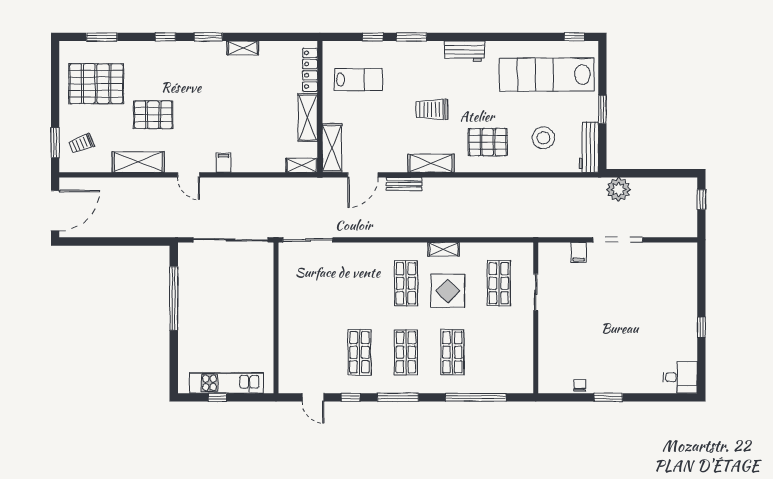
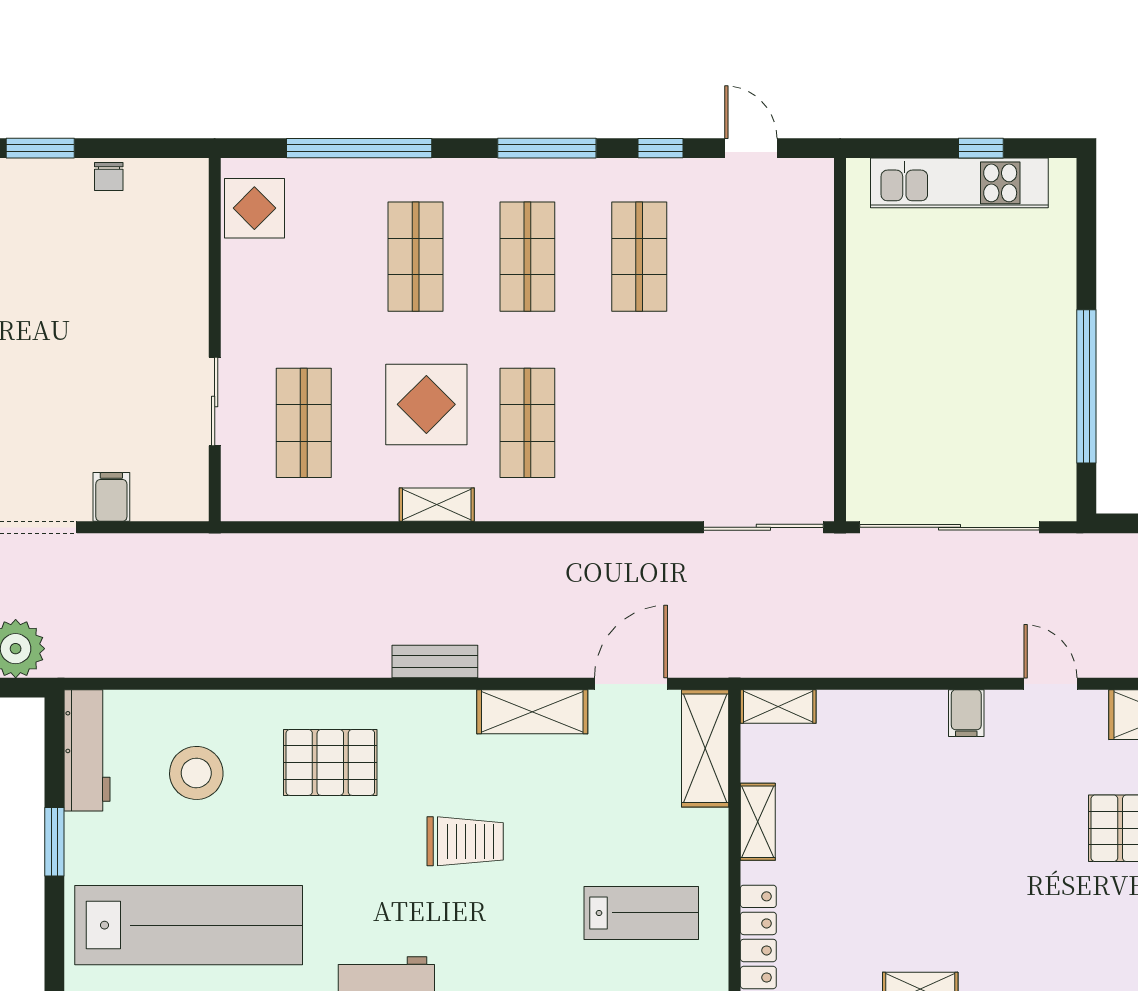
lab bench: (359, 80) -> (641, 913), turned 180
shelving: (308, 118) -> (758, 822), width x0.67, depth x0.75
shelving: (431, 163) -> (532, 712), moved
bench: (404, 184) -> (435, 661), moved
display table: (519, 372) -> (254, 208), added

